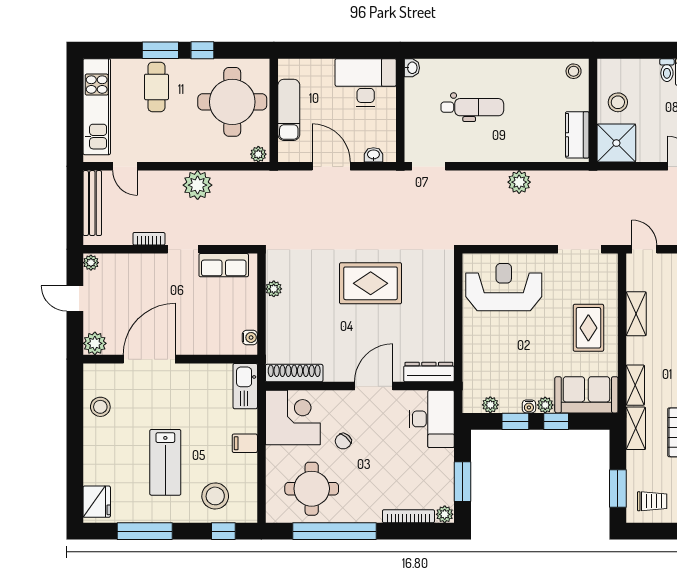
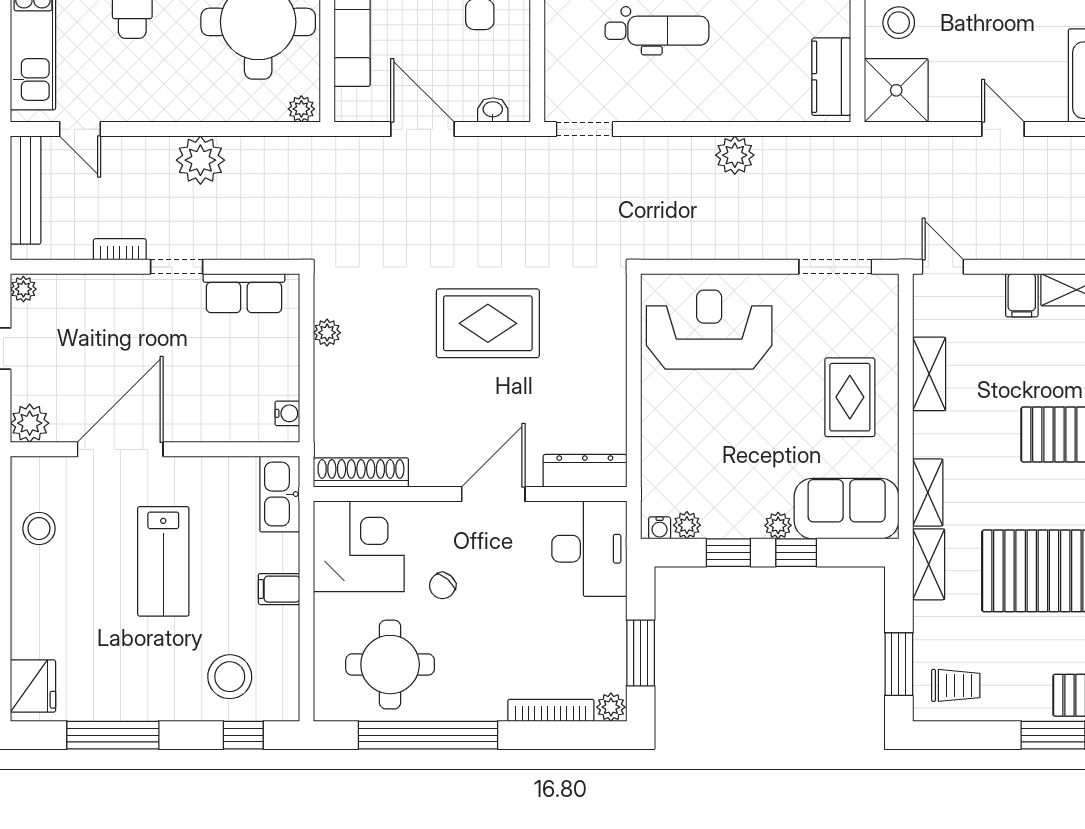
water cooler: (529, 406) -> (660, 528), moved
lab bench: (165, 462) -> (163, 561), moved

